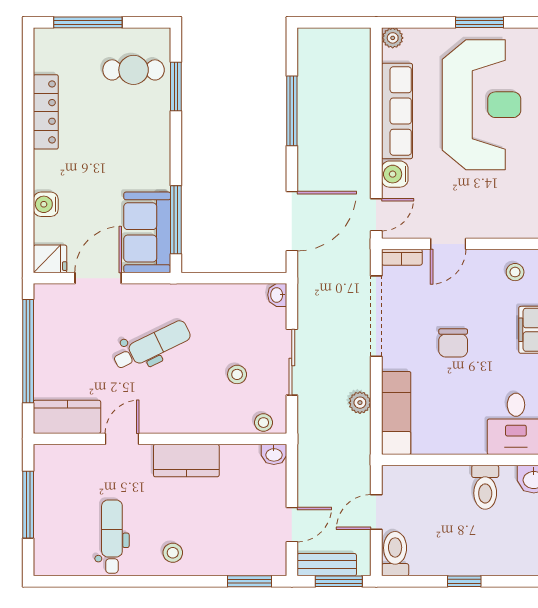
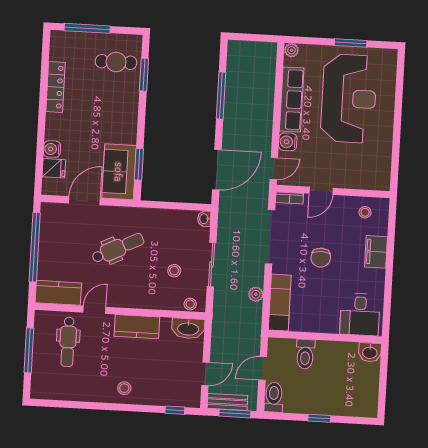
window: (176, 220) -> (139, 164), width x0.69
fridge: (50, 259) -> (54, 168), moved
washbasin: (274, 454) -> (188, 328), width x1.91, depth x1.45
toilet: (485, 487) -> (305, 354), moved
dental chair: (112, 537) -> (68, 342), moved, turned 180
window: (250, 581) -> (175, 410), width x0.67

